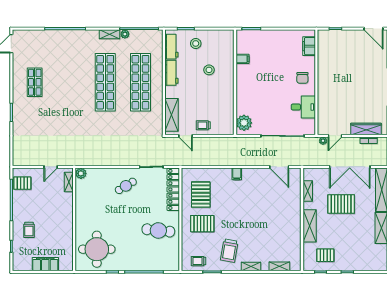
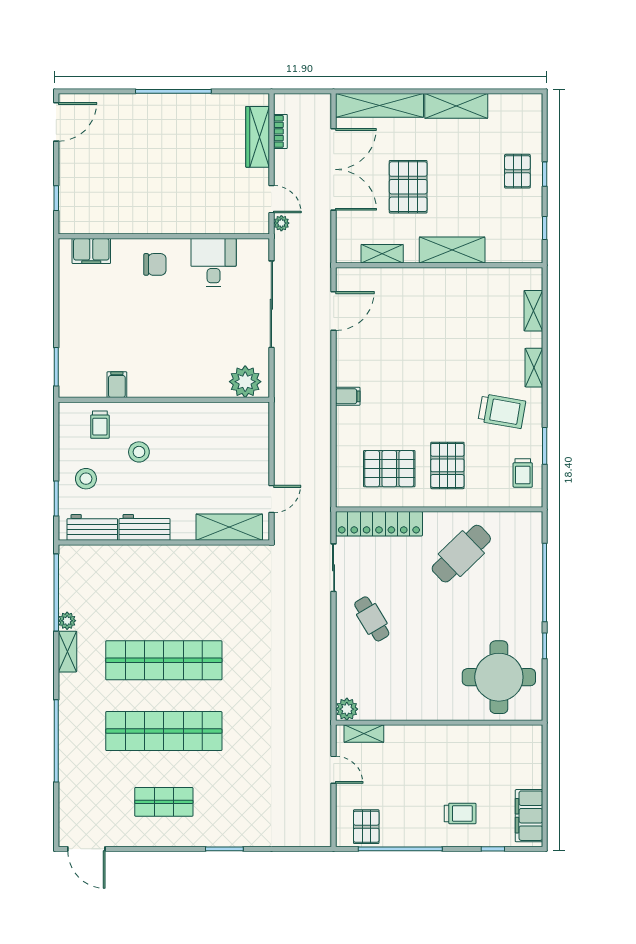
shop shelf: (140, 82) -> (164, 731), moved
trolley: (203, 125) -> (100, 425), moved
cafe table: (158, 230) -> (461, 554), turned 40
pallet: (325, 255) -> (517, 171), moved
filing cabinet: (45, 264) -> (529, 816), moved

